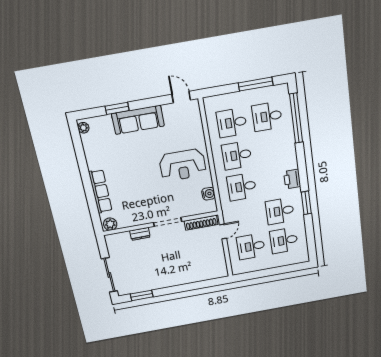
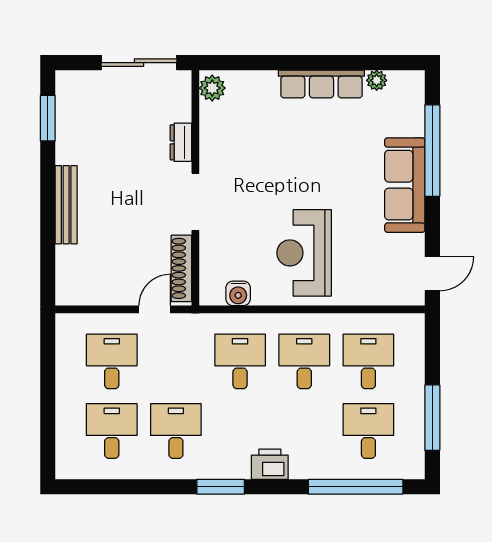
window: (117, 108) -> (432, 151), width x2.11
plant: (83, 128) -> (377, 80), moved
printer: (292, 179) -> (270, 464), moved
row of seats: (100, 191) -> (321, 84), moved
window: (306, 203) -> (221, 487), moved
door: (223, 231) -> (155, 309), swing flipped
sliding door: (109, 275) -> (139, 63), moved
bench: (181, 280) -> (66, 205), added

